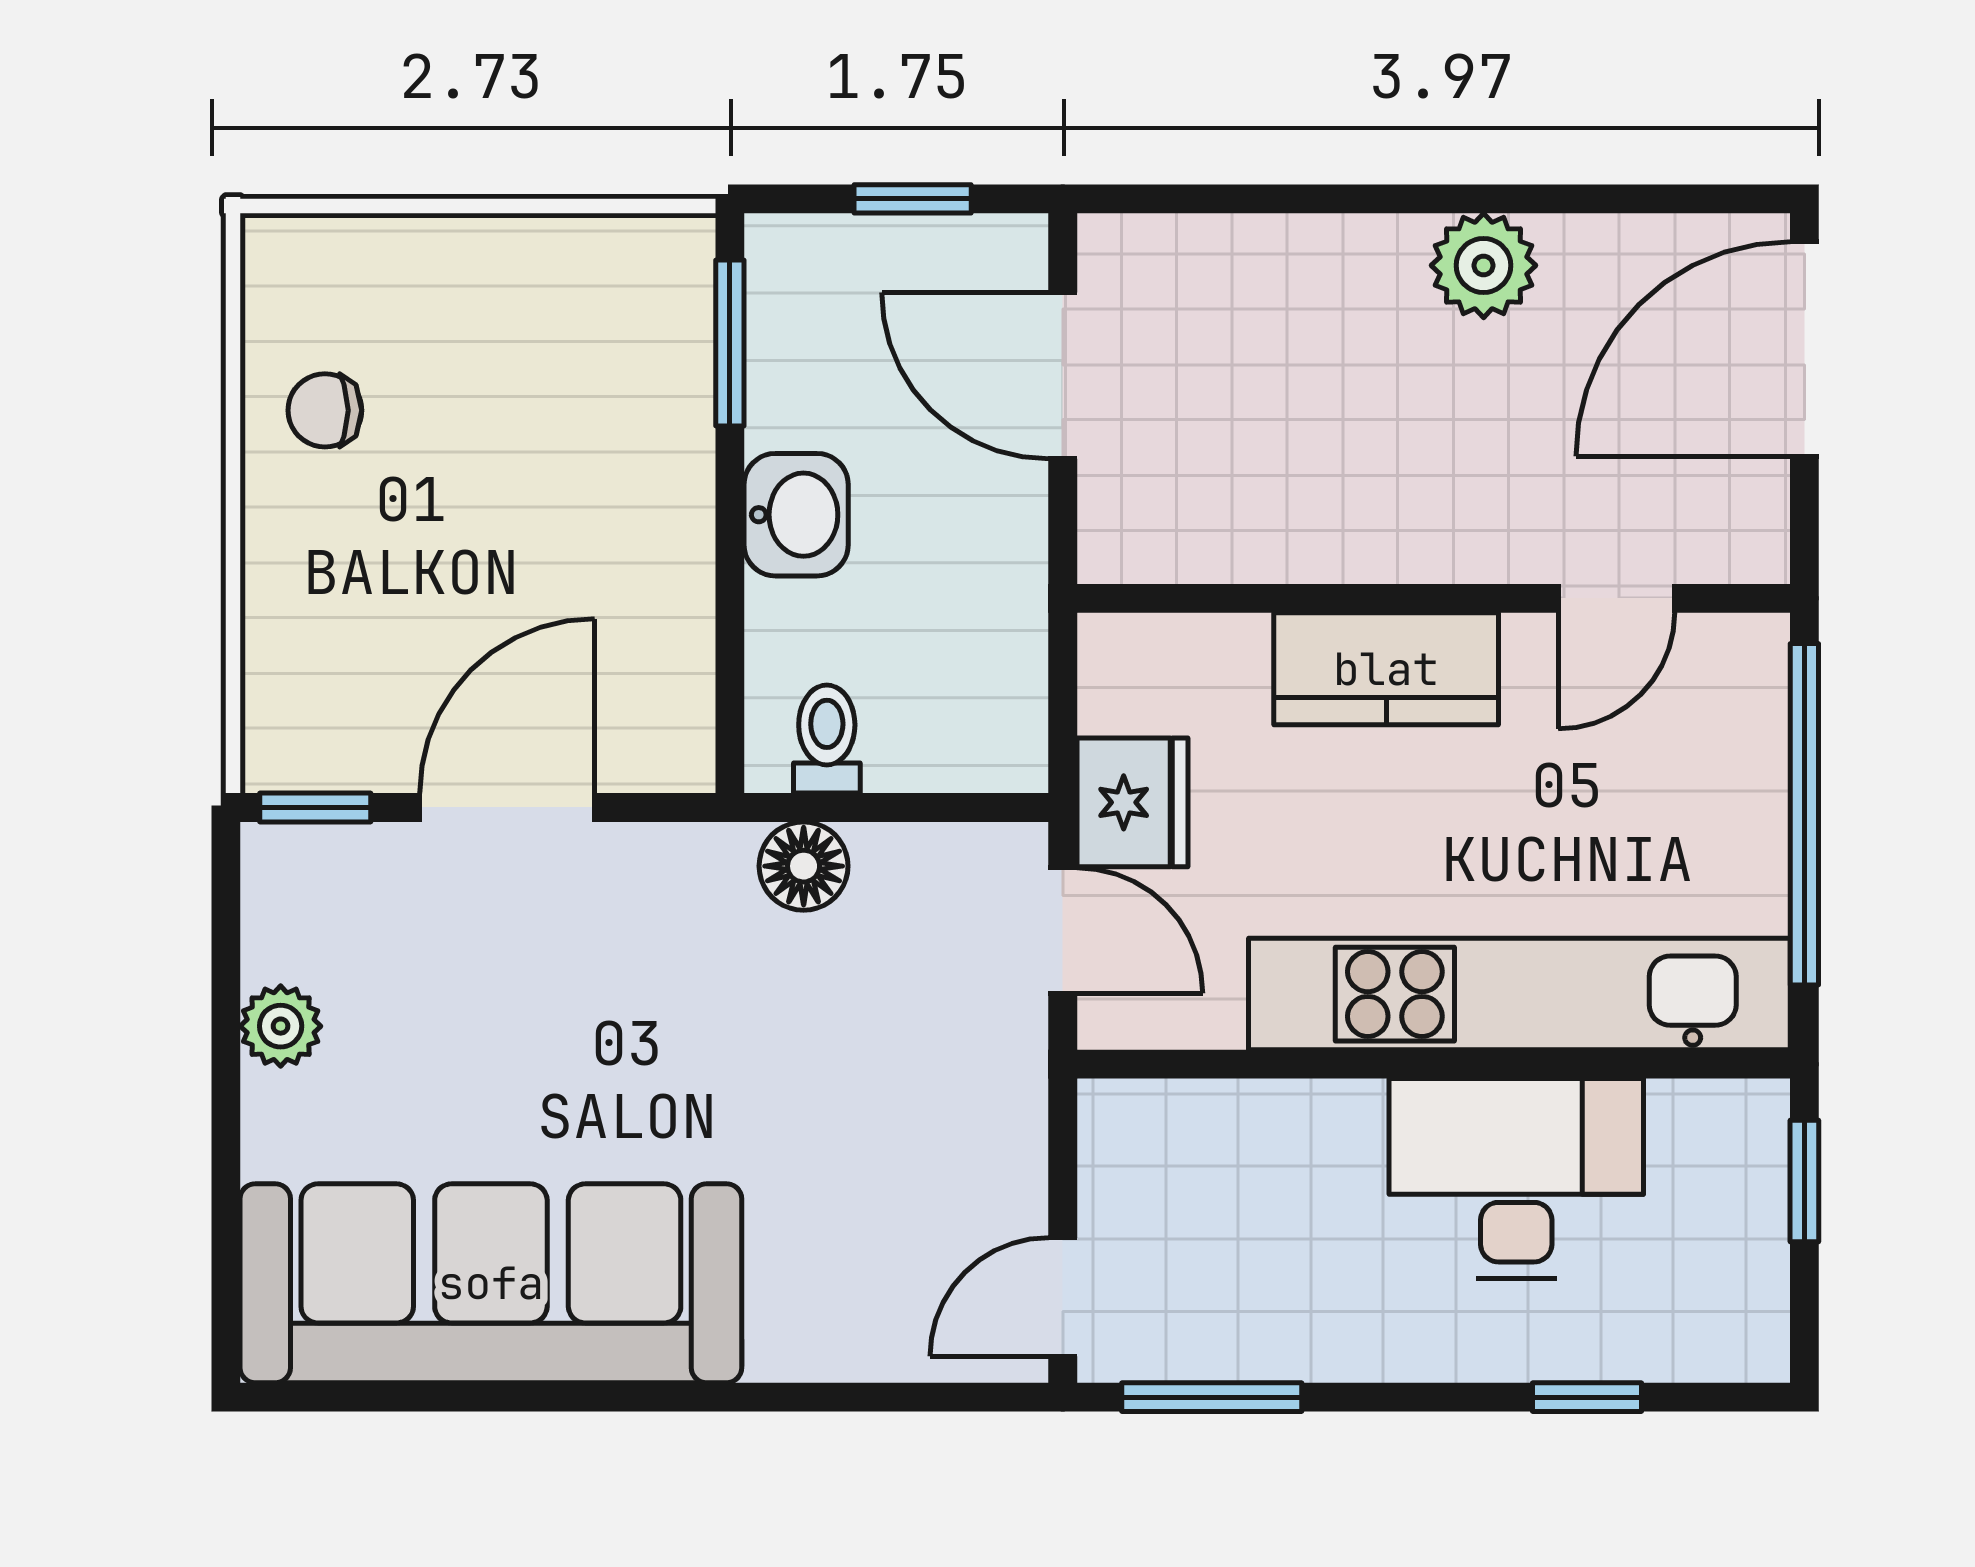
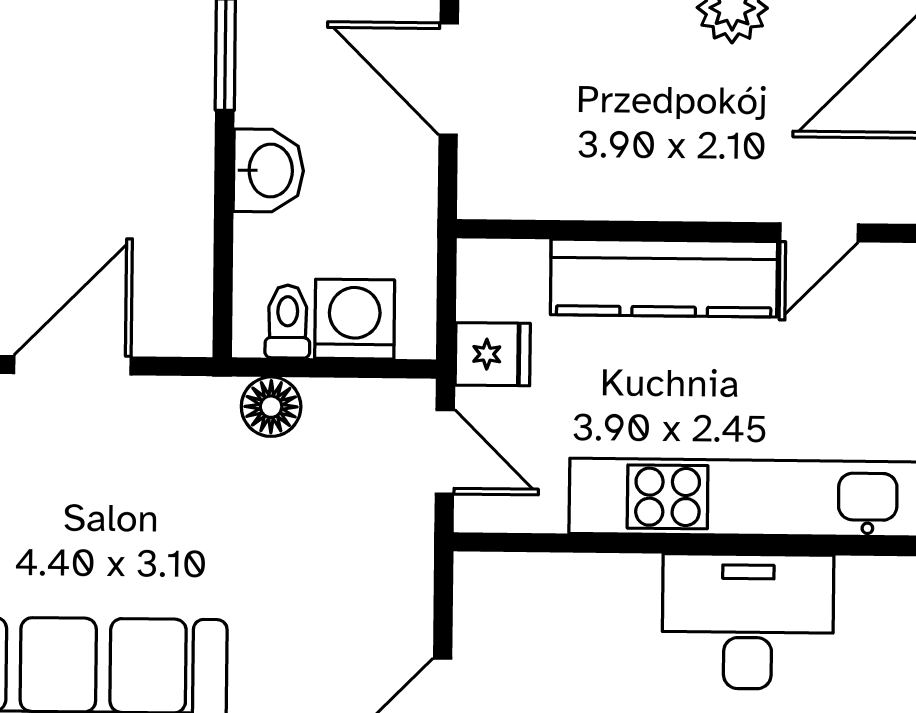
kitchen counter: (1386, 669) -> (664, 278), width x1.50
washing machine: (927, 734) -> (355, 319), added
fridge: (1132, 802) -> (493, 354), width x0.72

